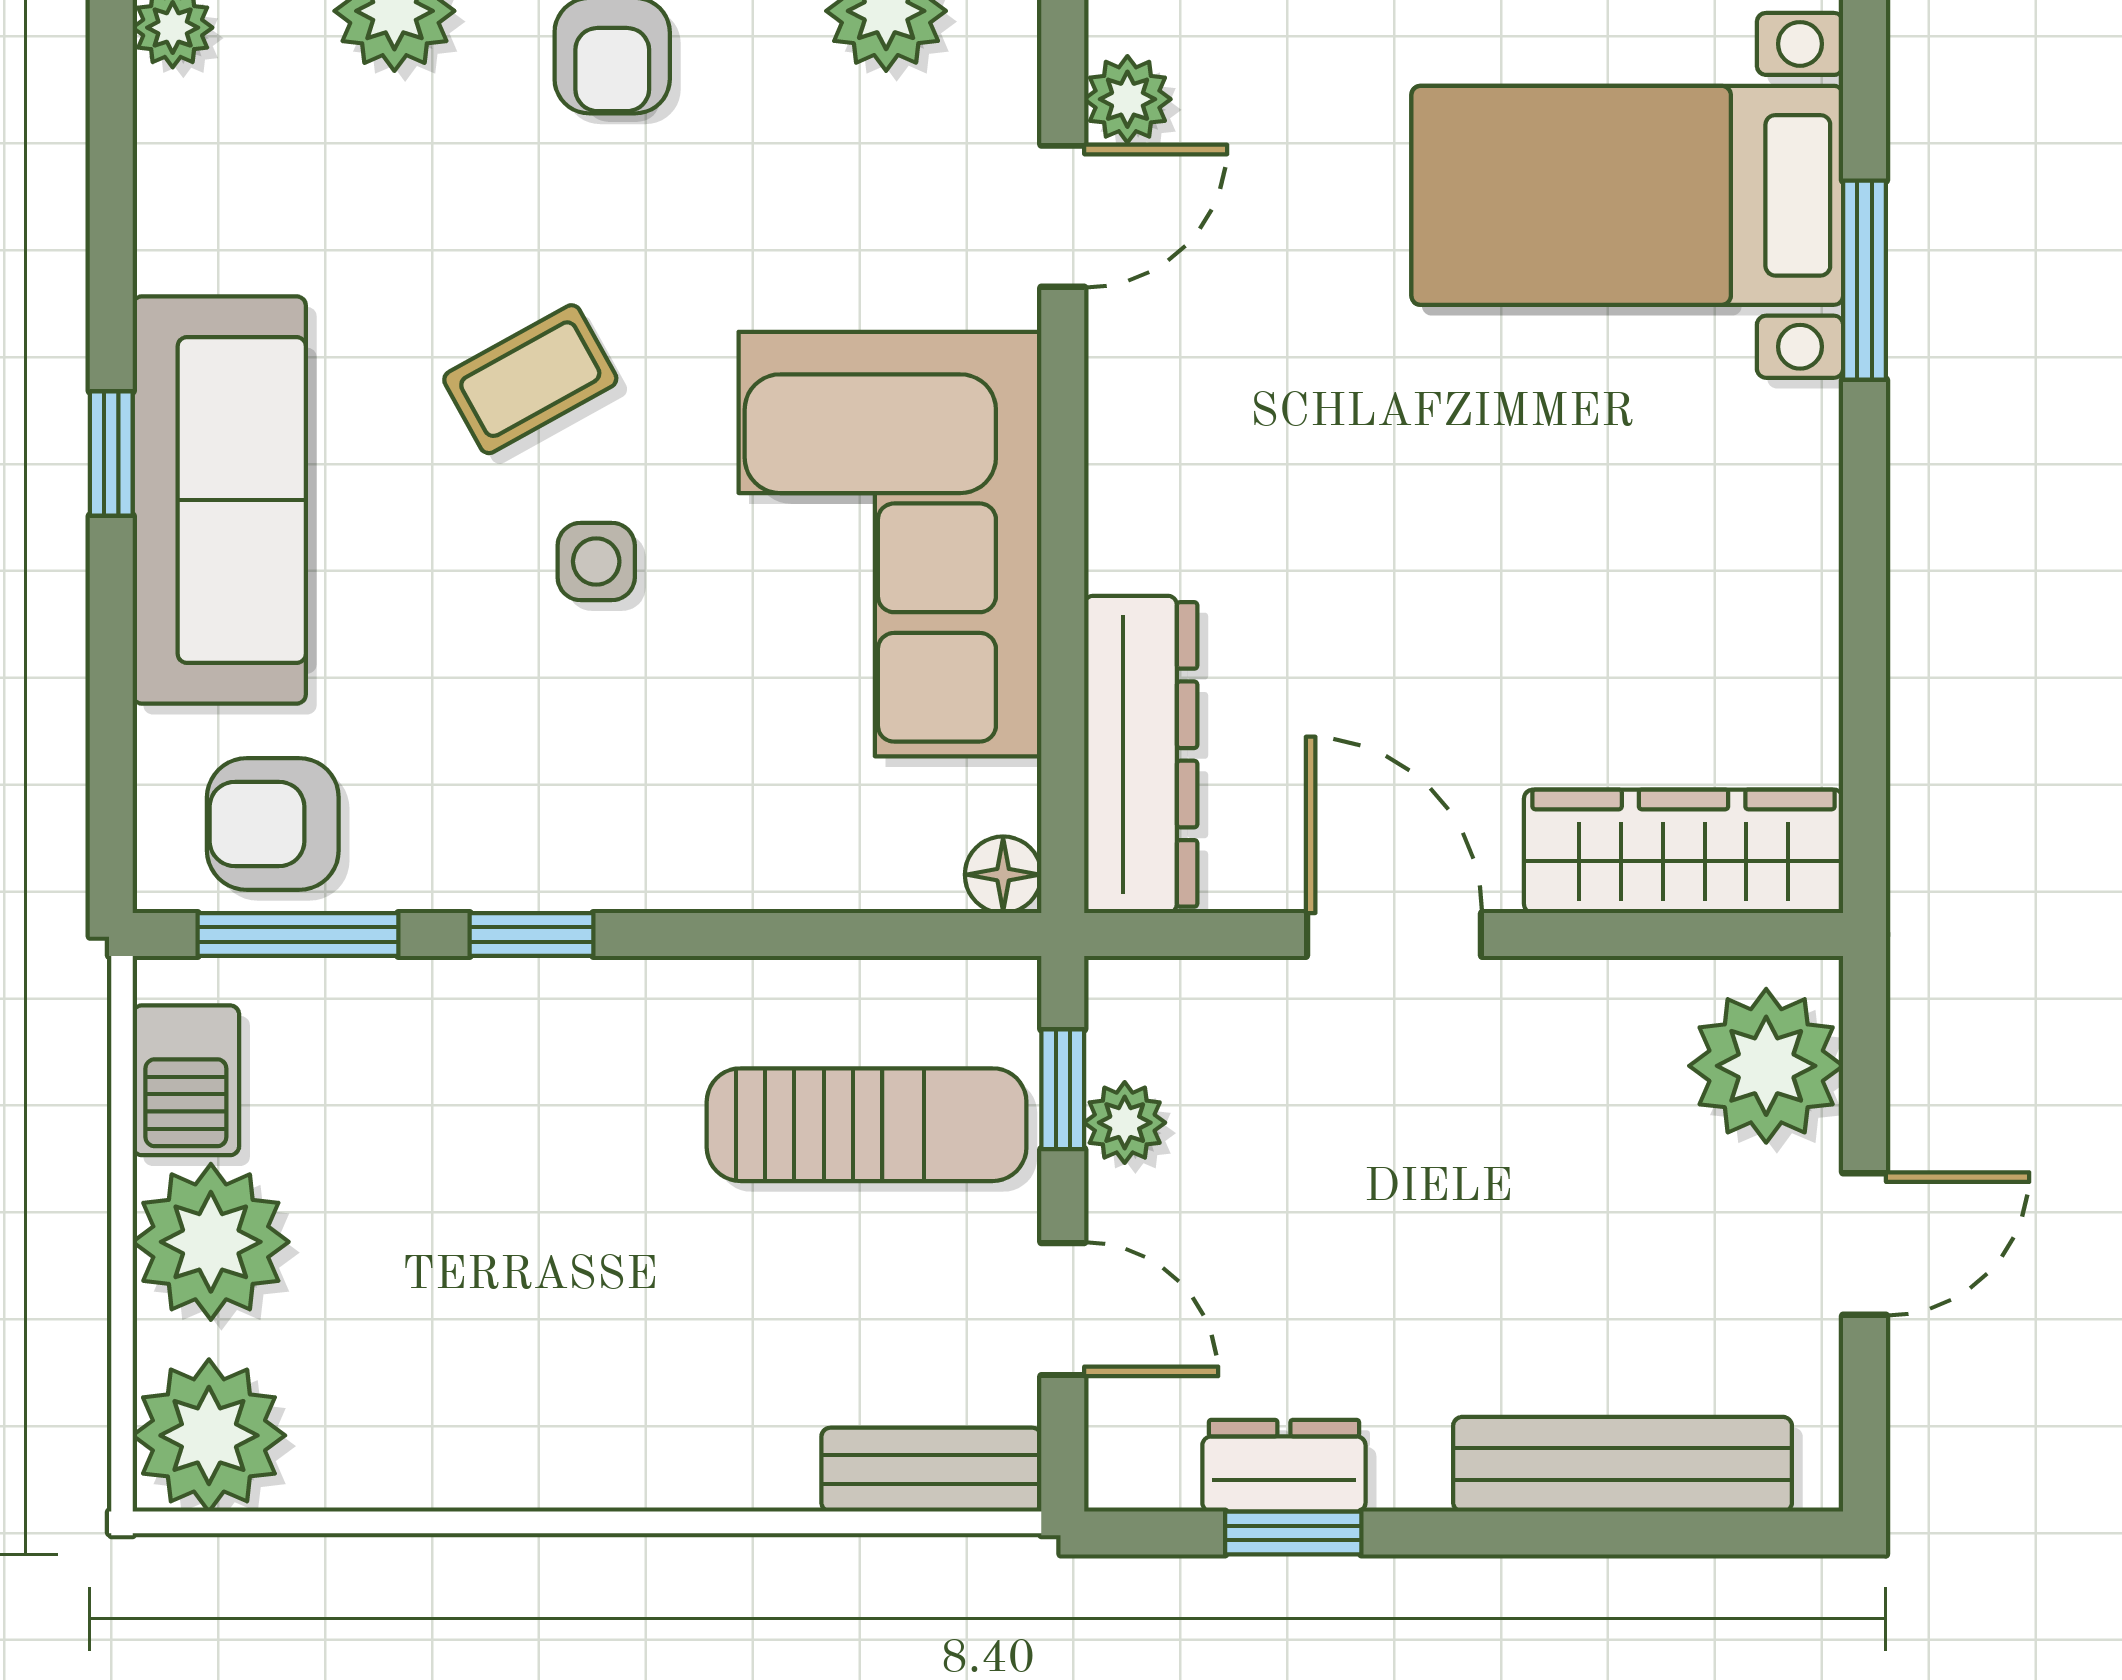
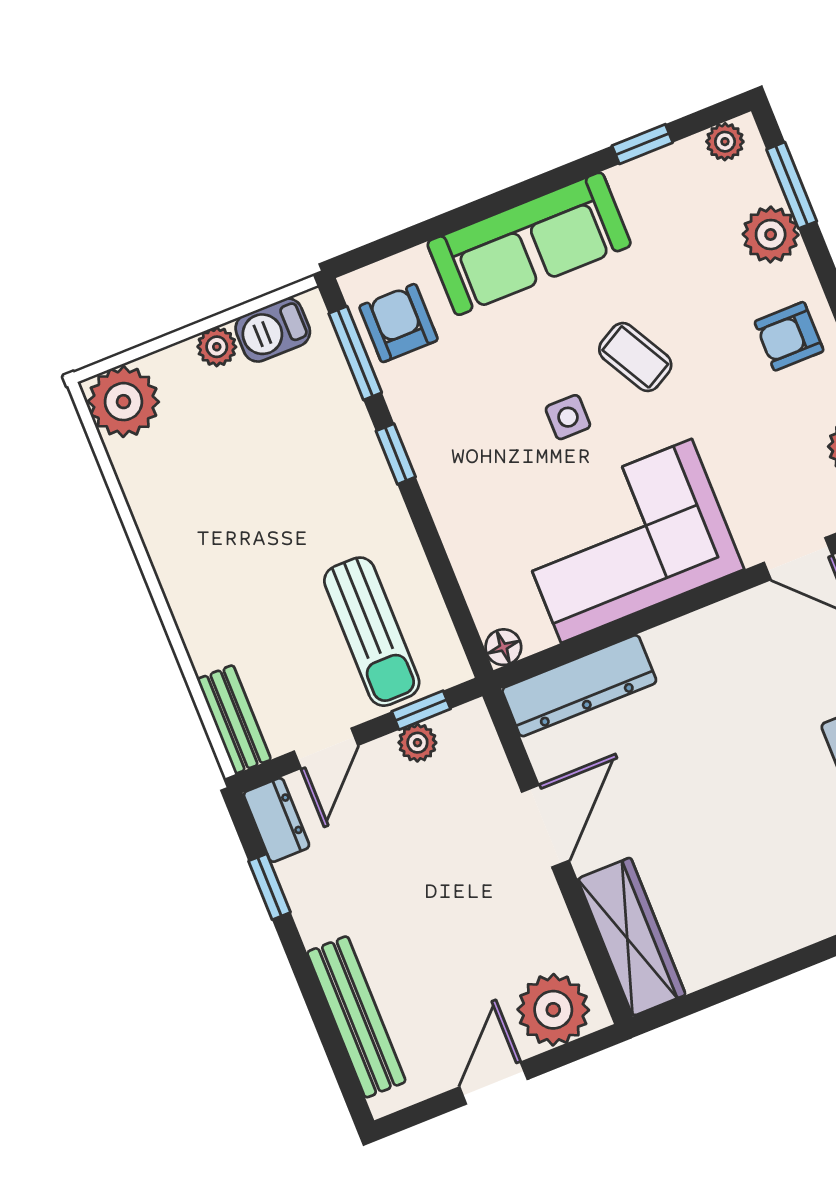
window: (111, 454) -> (642, 144), moved
plant: (211, 1242) -> (217, 347), width x0.53, depth x0.53
door: (1865, 1244) -> (493, 1083), swing flipped
dresser: (1284, 1466) -> (276, 820), moved

